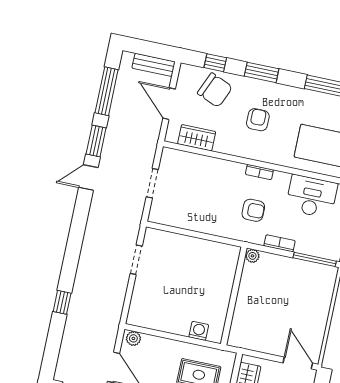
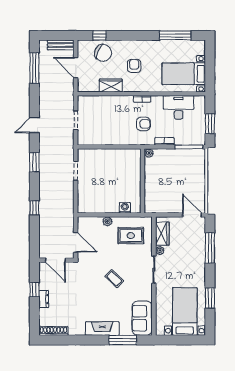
window: (262, 72) -> (130, 35), removed
wardrobe: (197, 138) -> (111, 85), moved
window: (96, 141) -> (34, 162), moved
plant: (133, 338) -> (107, 221), moved

